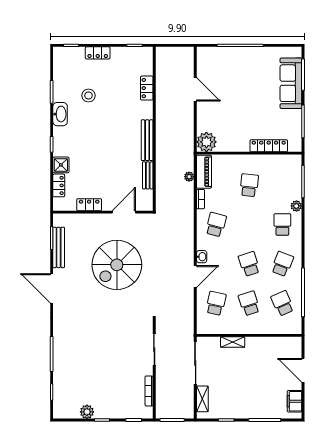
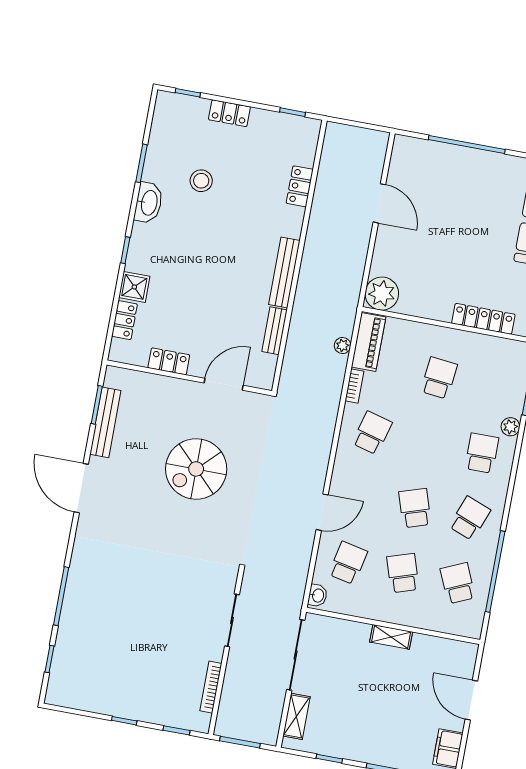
washbasin: (202, 257) -> (318, 595), moved
spiral stairs: (117, 265) -> (196, 469), width x0.73, depth x0.73
shelving: (233, 342) -> (391, 637), moved
plant: (87, 412) -> (102, 702), removed

